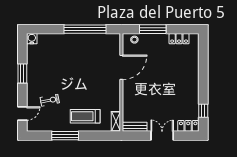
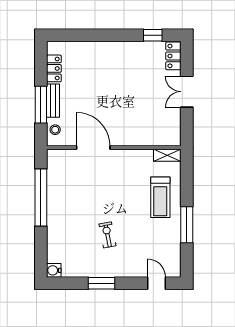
exercise bike: (50, 100) -> (107, 235), moved
bench: (135, 127) -> (53, 101), moved

